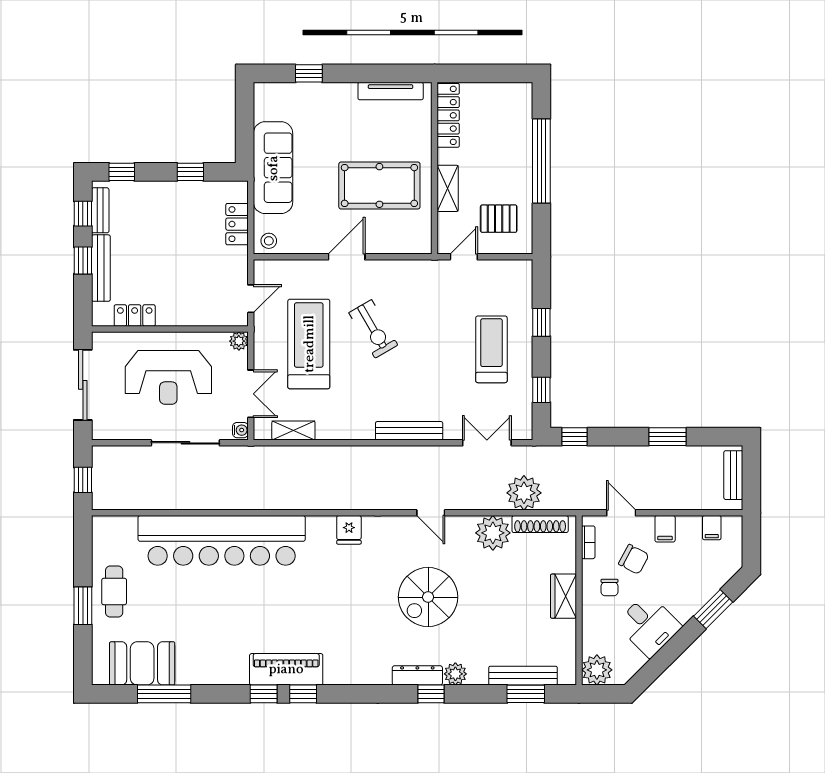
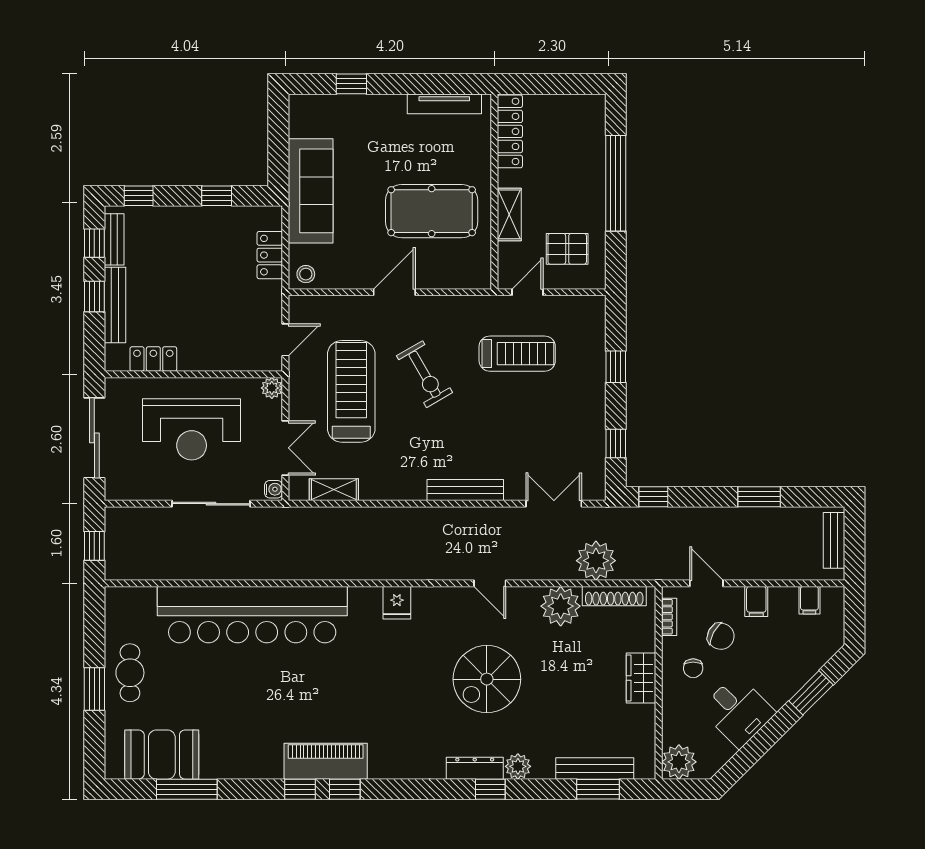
treadmill: (491, 349) -> (517, 354), moved, turned 90

